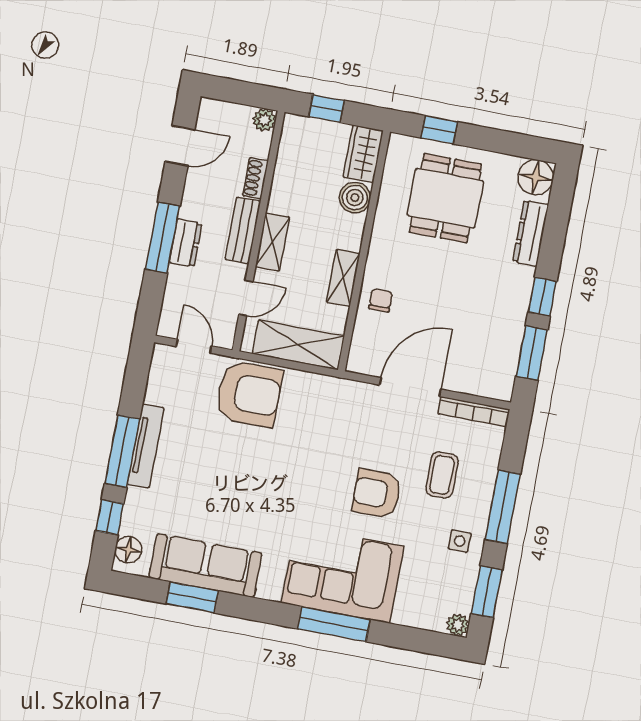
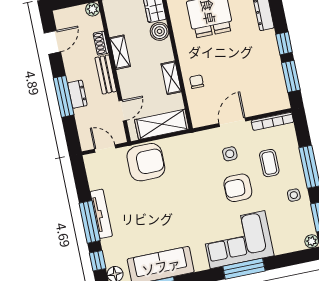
shelving: (272, 242) -> (120, 52), moved
door: (410, 387) -> (232, 122), width x0.73
side table: (386, 435) -> (230, 154), added

